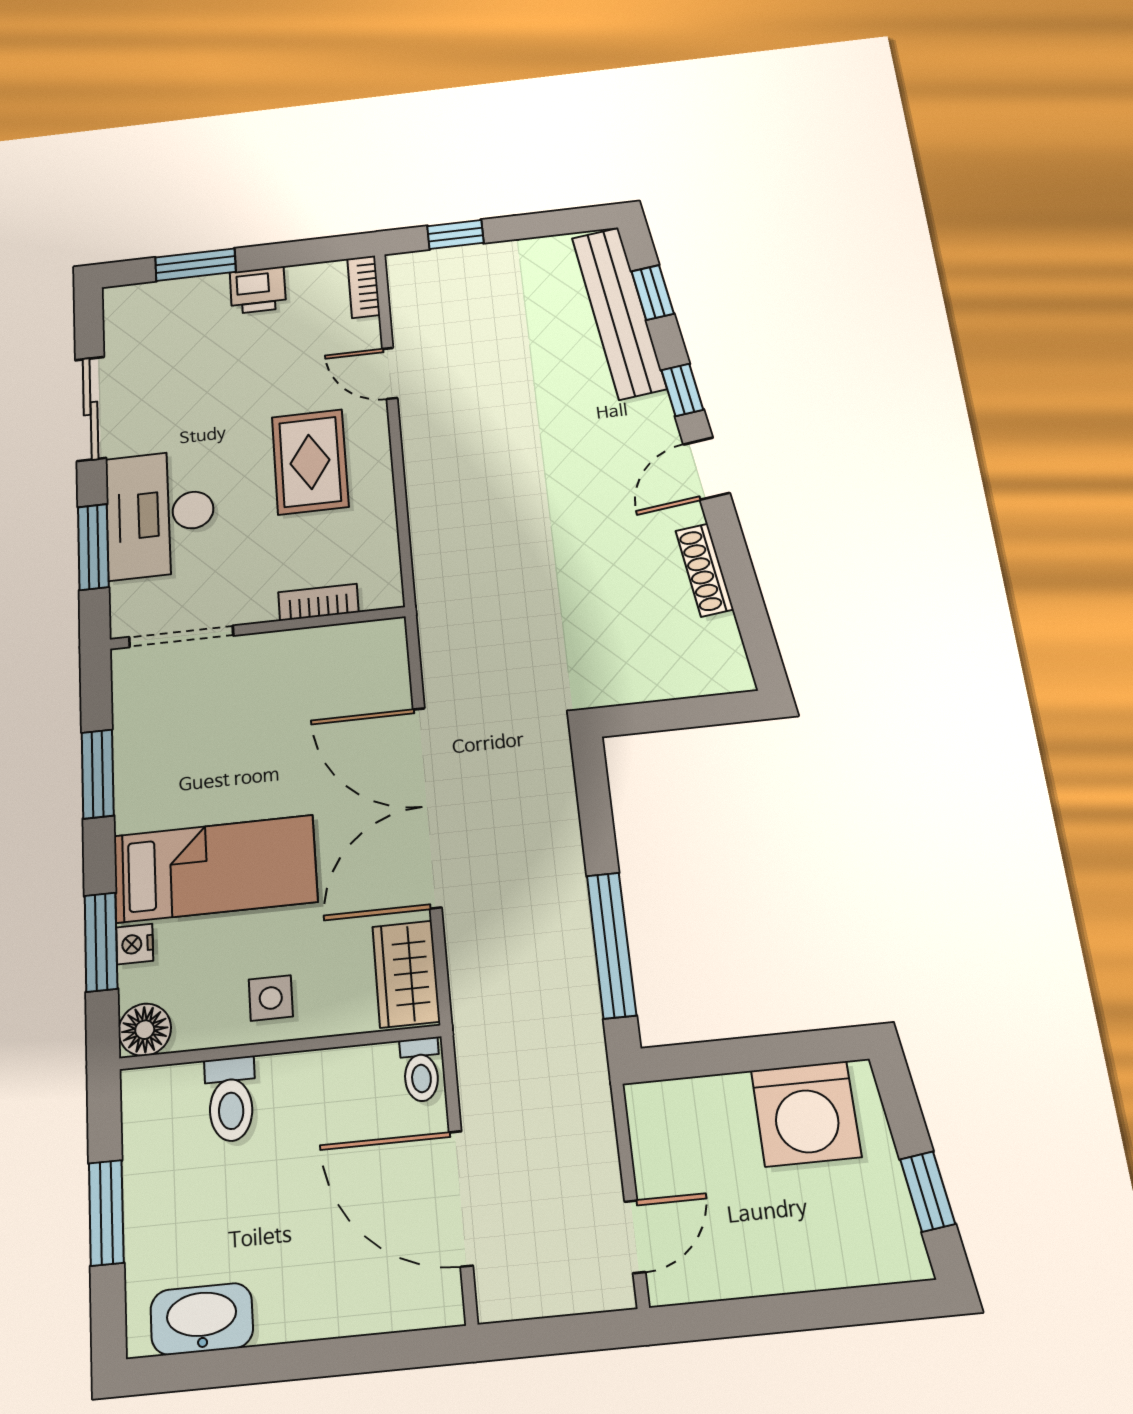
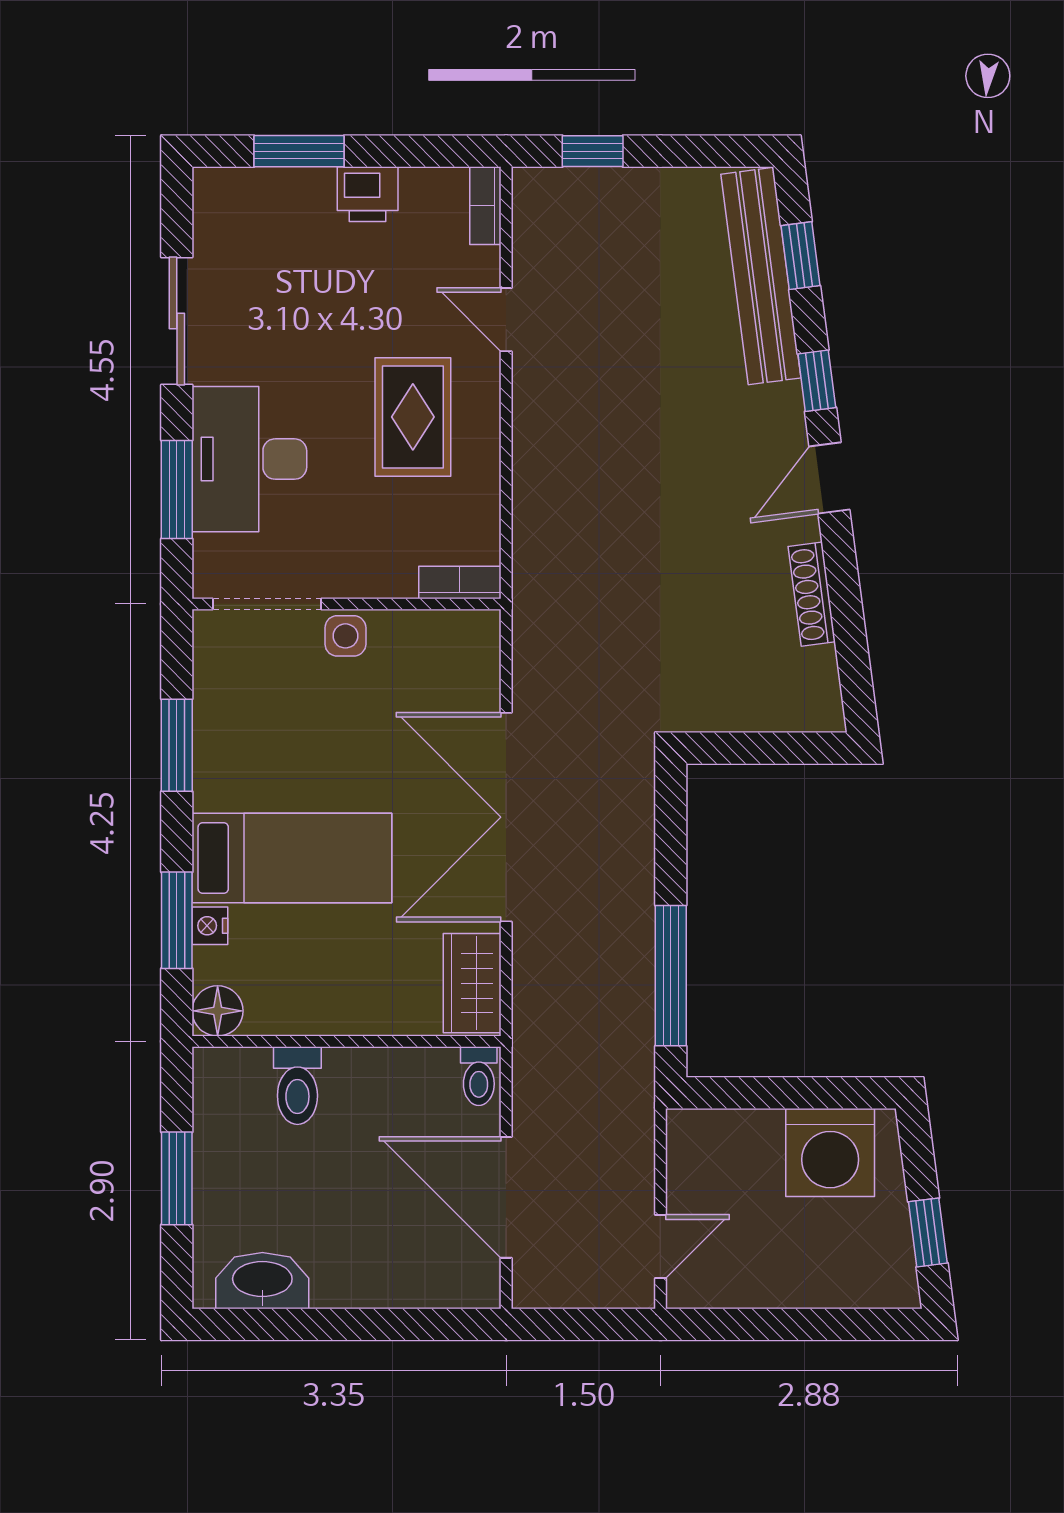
bookcase: (318, 602) -> (460, 582), moved
side table: (271, 998) -> (345, 636), moved

